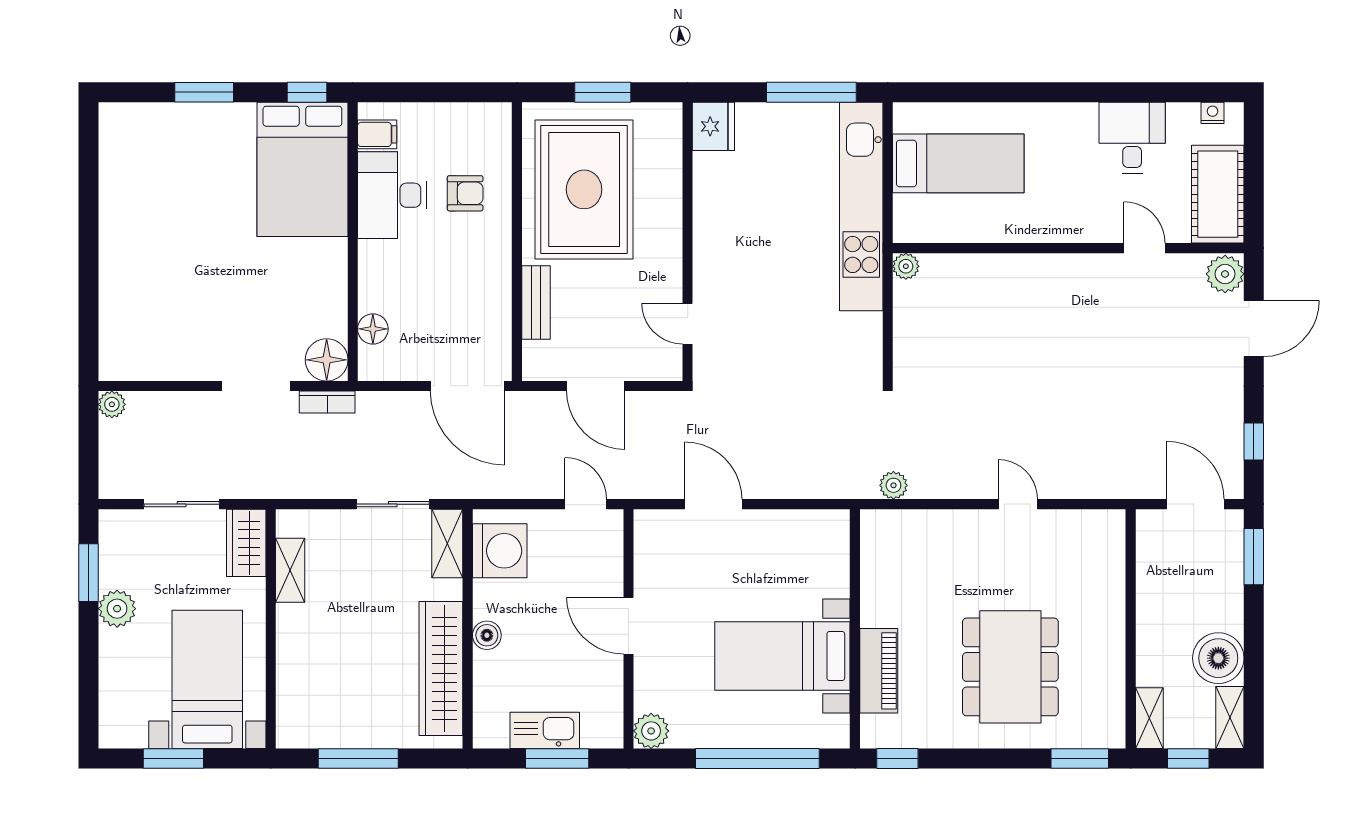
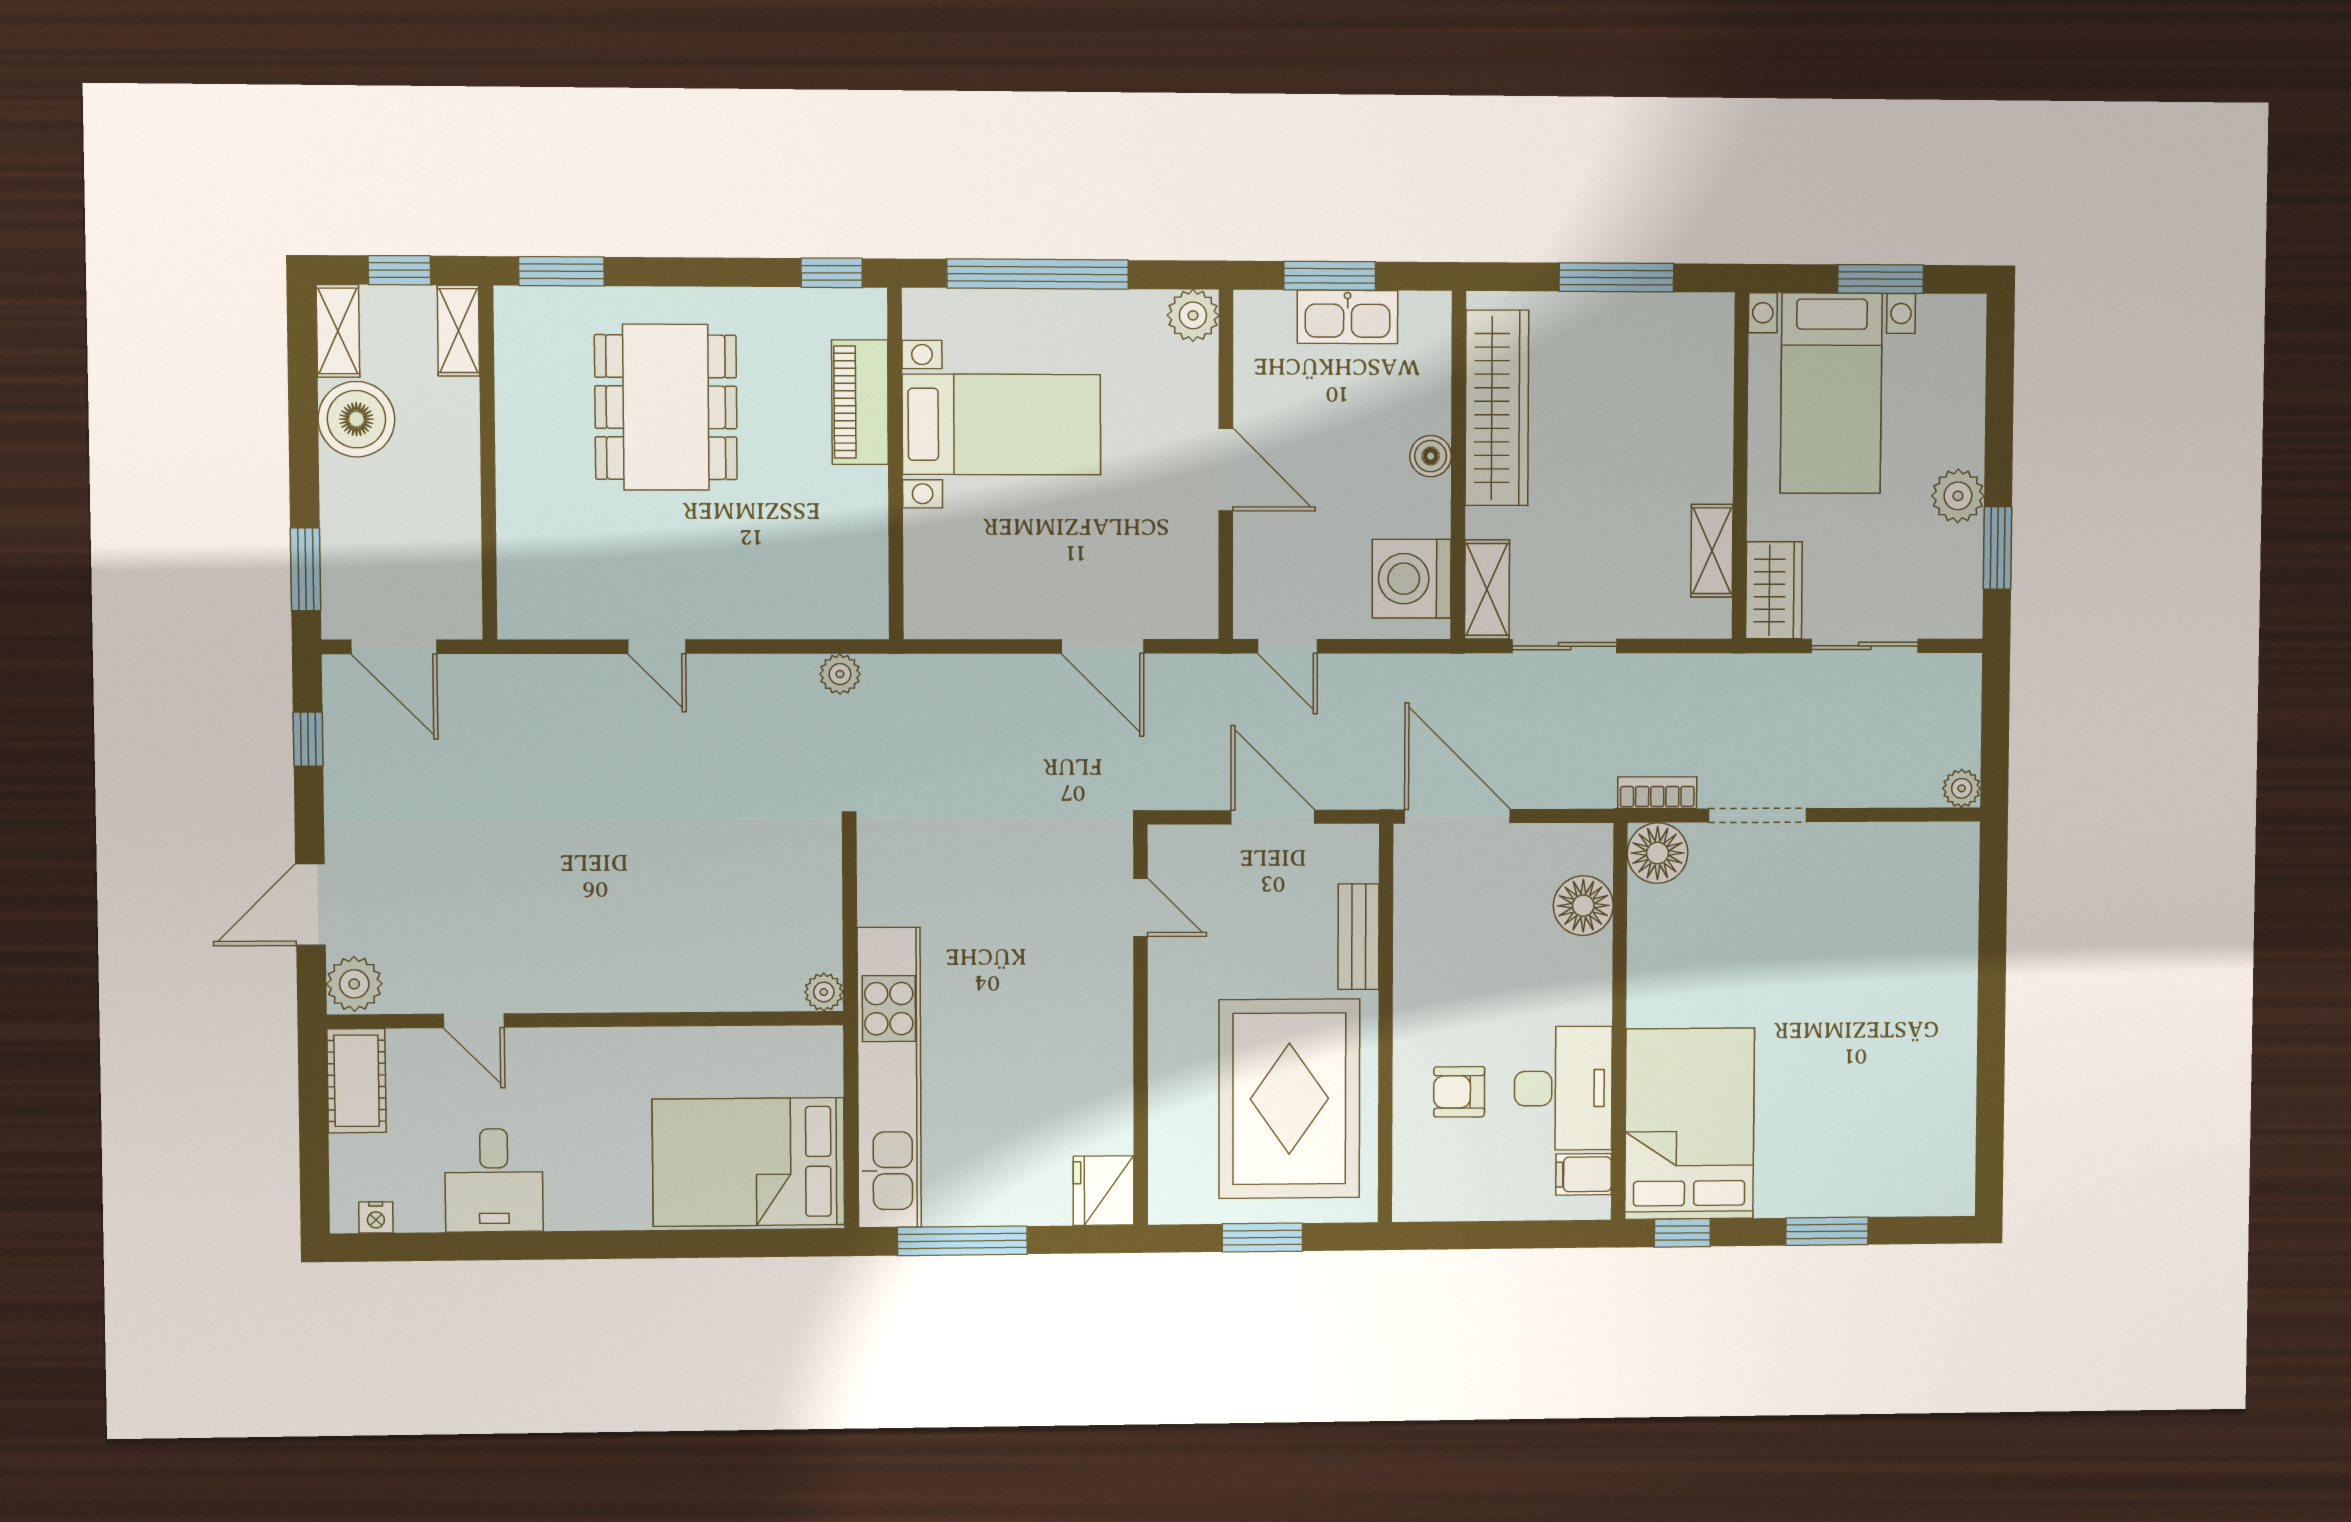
bed: (958, 163) -> (749, 1162), width x1.50
cot: (1218, 194) -> (357, 1081), width x0.73, depth x0.75
floor lamp: (373, 329) -> (1583, 906), width x1.38, depth x1.38

